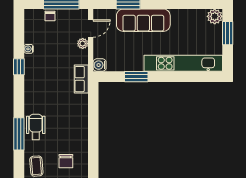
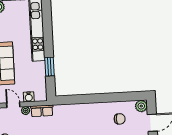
water cooler: (100, 65) -> (29, 97), moved
row of seats: (81, 79) -> (42, 111), moved

